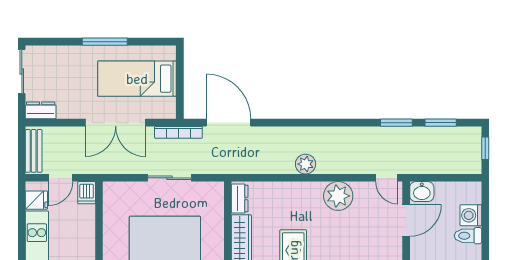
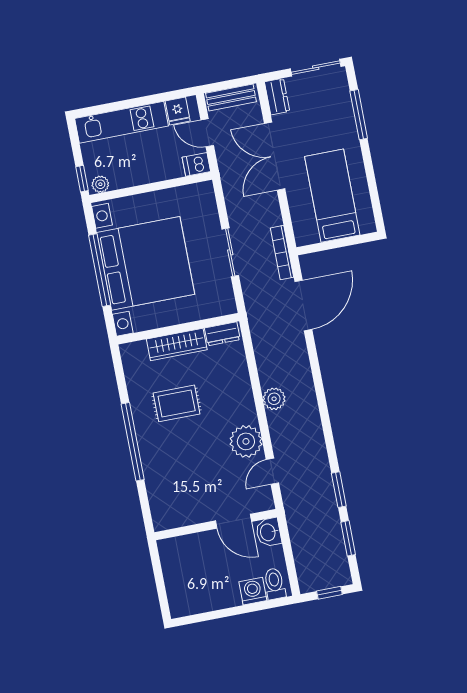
window: (105, 42) -> (359, 115), moved
double door: (116, 123) -> (275, 156), moved
door: (387, 178) -> (272, 471), moved
toilet: (468, 236) -> (275, 584), moved

